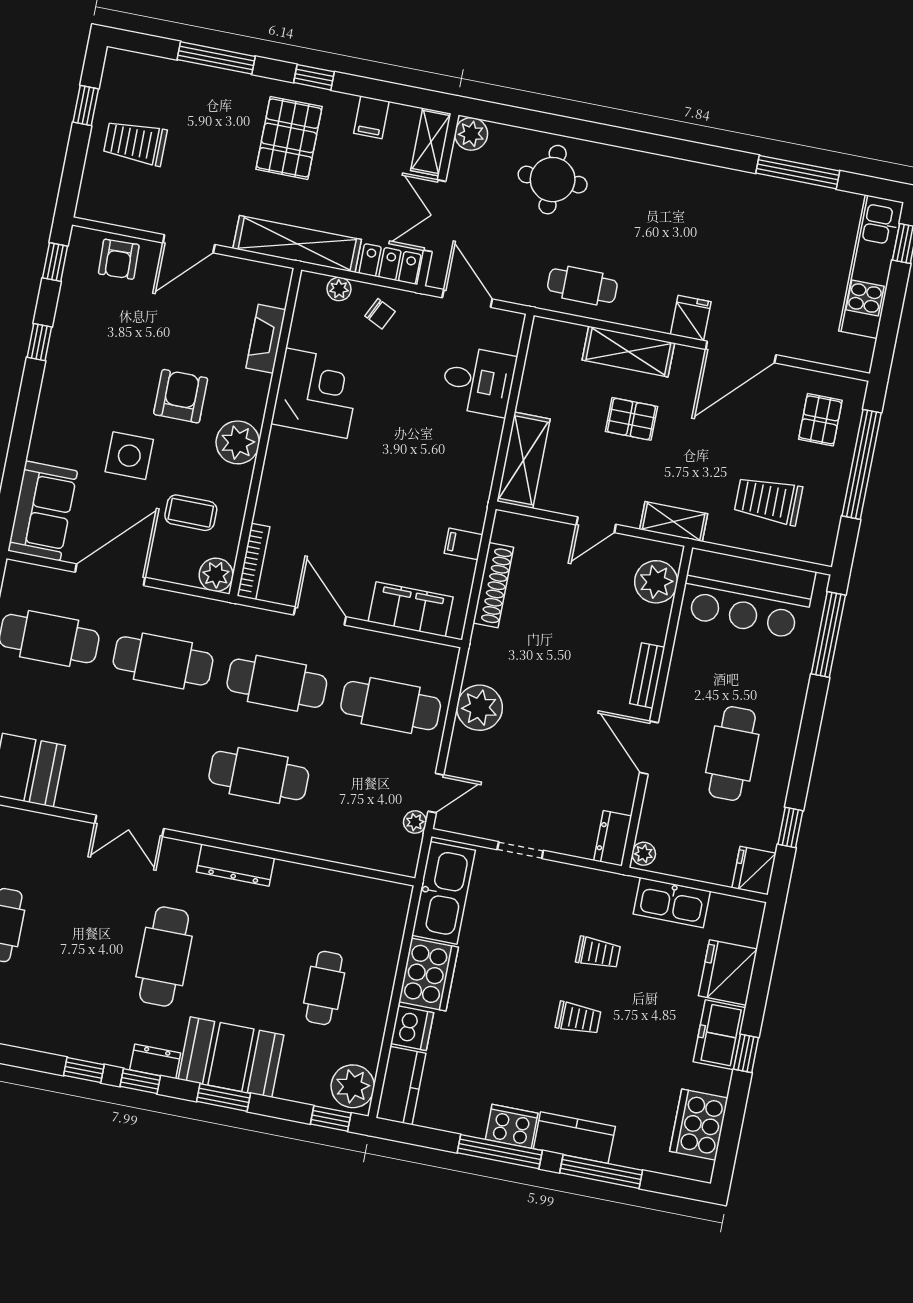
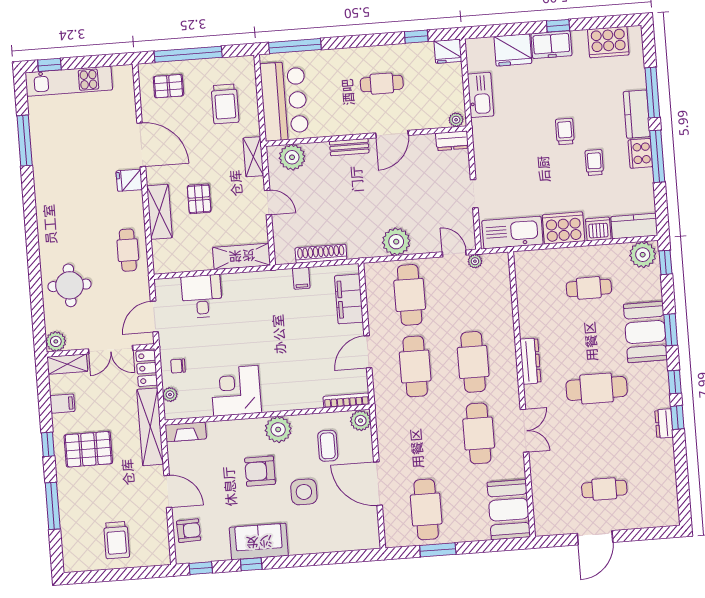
window: (86, 105) -> (103, 576), removed
chair: (380, 314) -> (178, 366), turned -116
fireplace: (266, 339) -> (186, 432), moved
sofa: (43, 511) -> (259, 542), moved
cafe table: (163, 661) -> (479, 433), moved
cafe table: (732, 753) -> (382, 84), width x0.73, depth x0.74
trolley: (598, 953) -> (594, 163), moved
dresser: (155, 1061) -> (664, 423), moved

